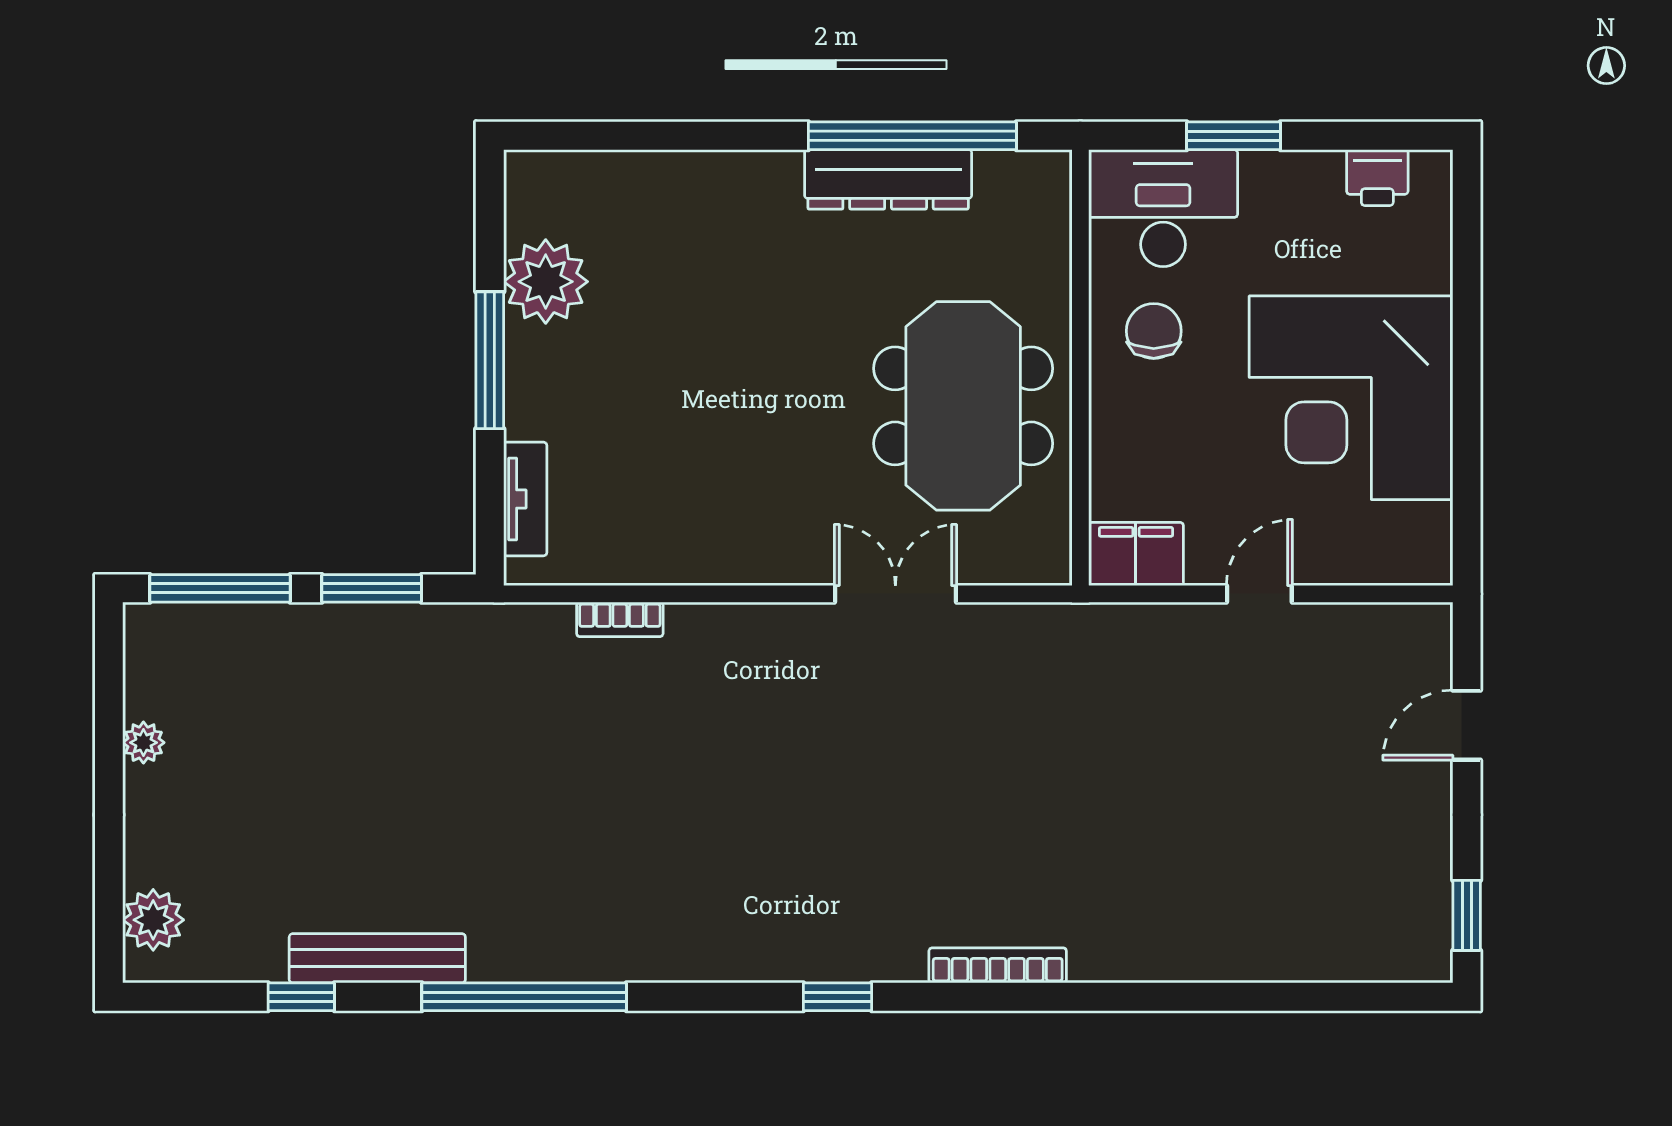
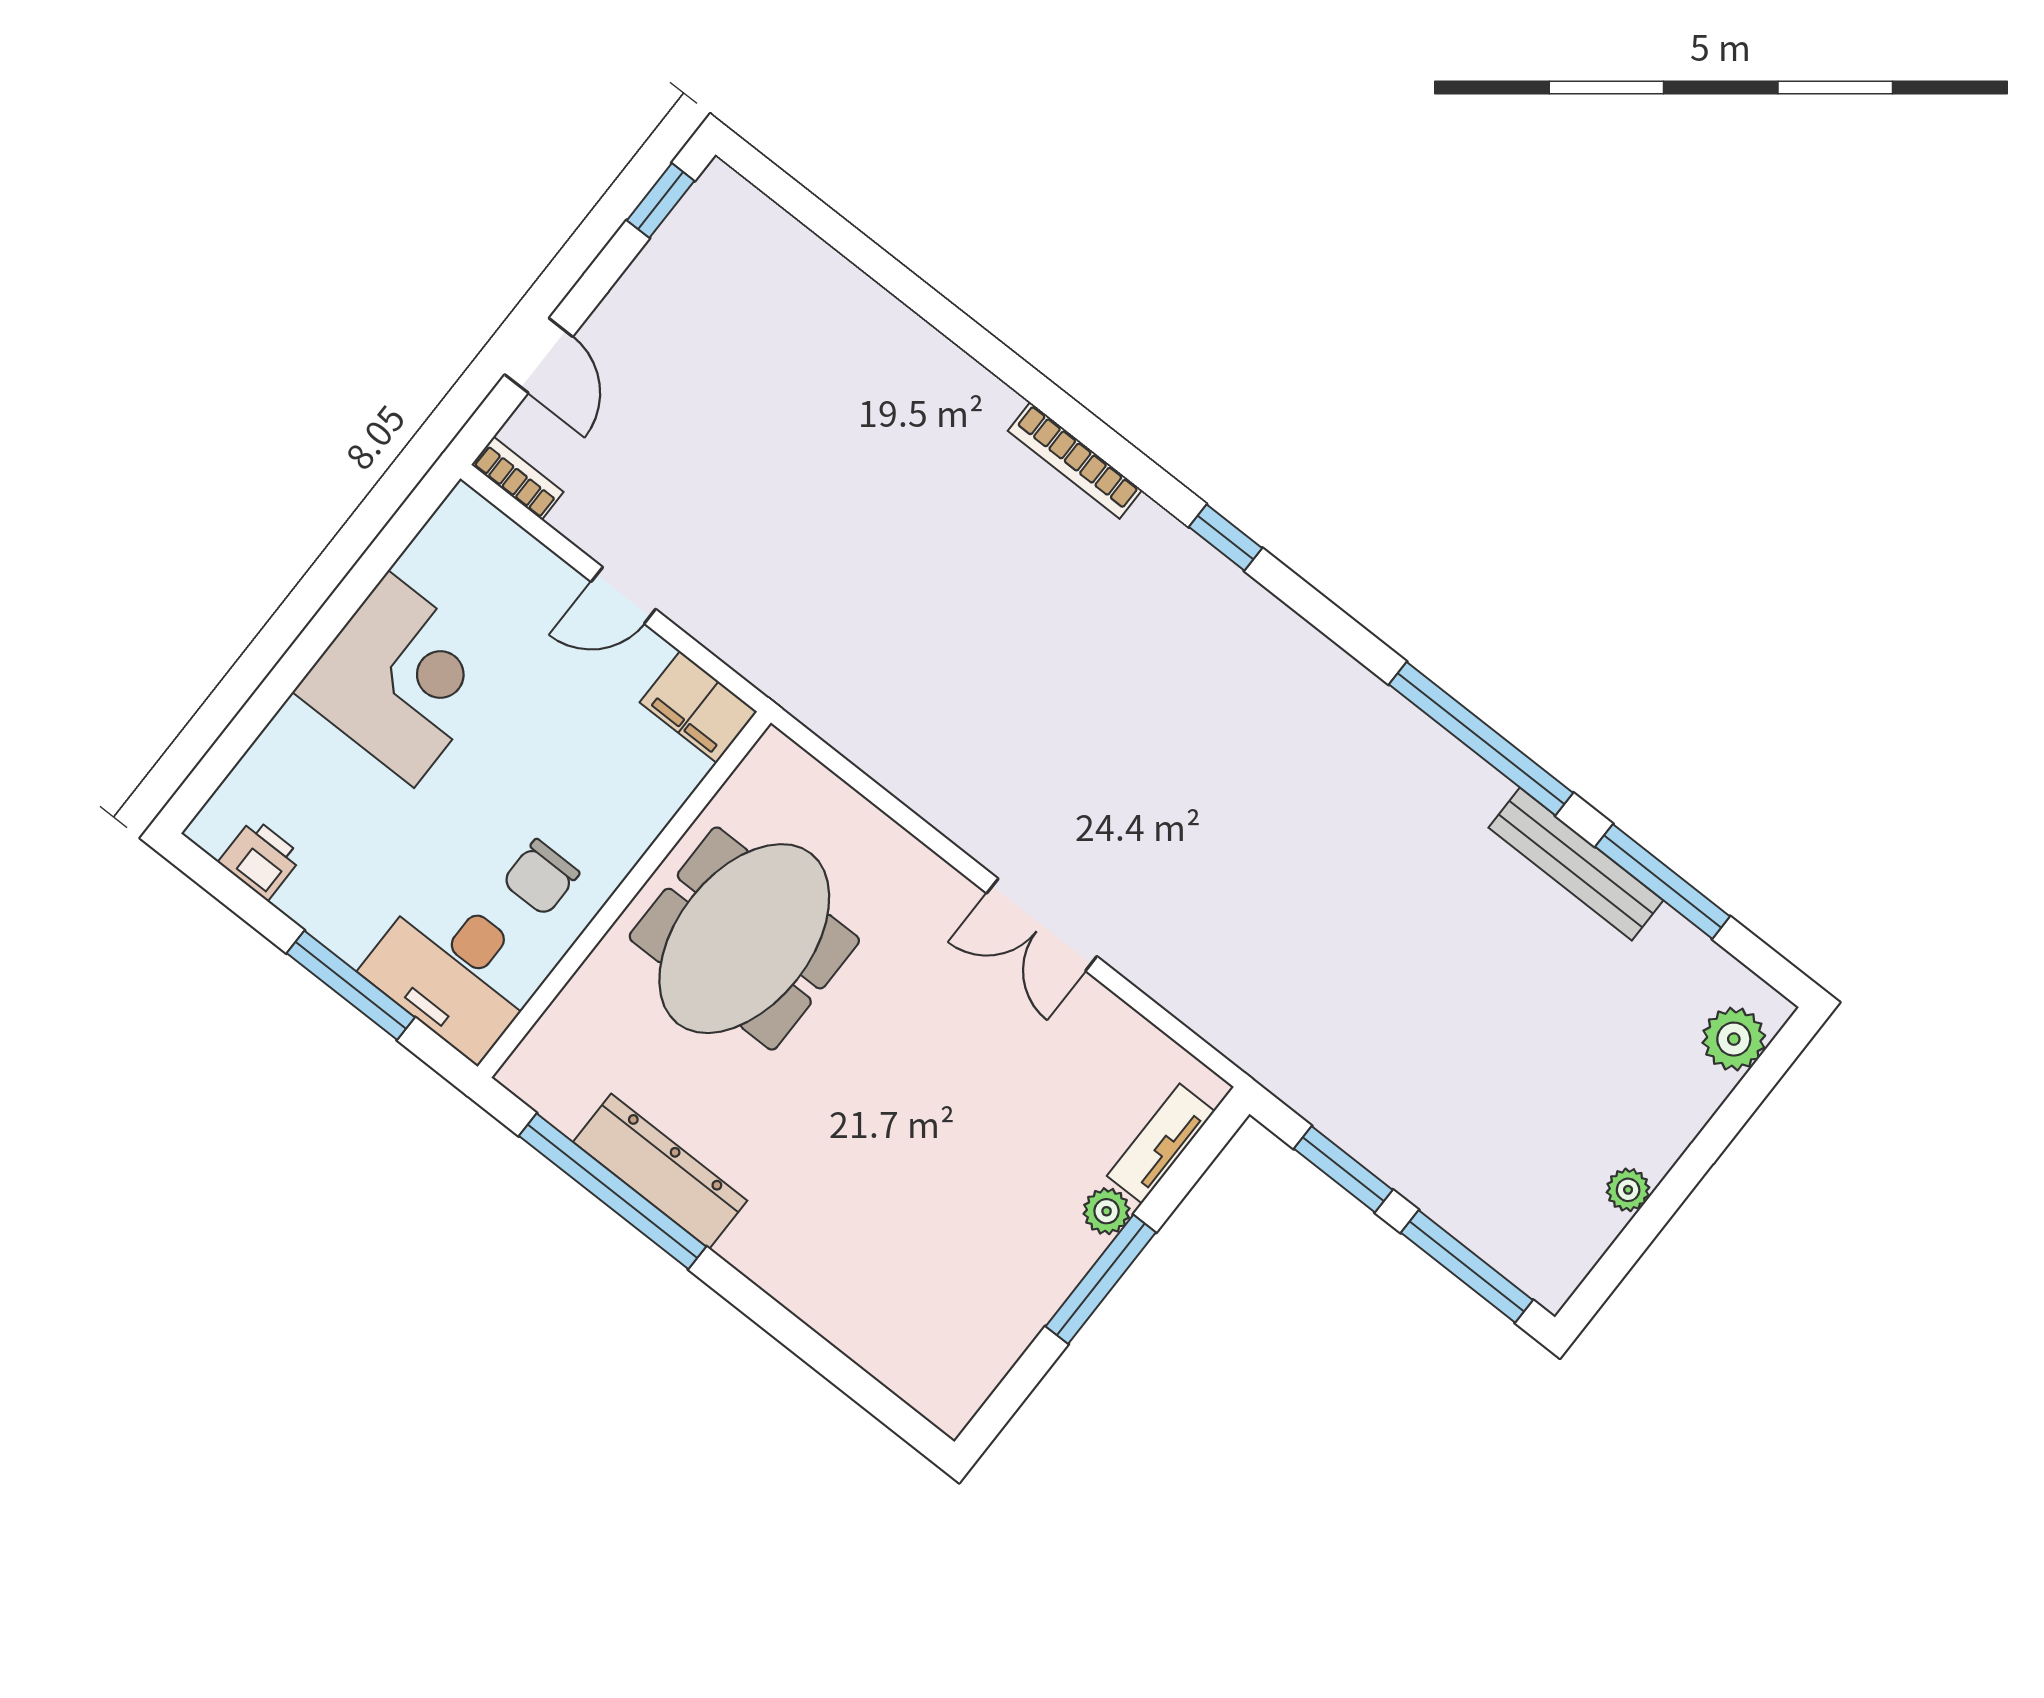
window: (1234, 136) -> (351, 985), width x1.44
plant: (546, 282) -> (1107, 1211), moved, width x0.53, depth x0.53
corner desk: (1351, 398) -> (401, 679), width x0.74, depth x0.74
double door: (895, 594) -> (1042, 925), moved
bookcase: (620, 619) -> (517, 478), moved
door: (1467, 725) -> (539, 356), hinge flipped
window: (301, 997) -> (1663, 882), width x2.17

